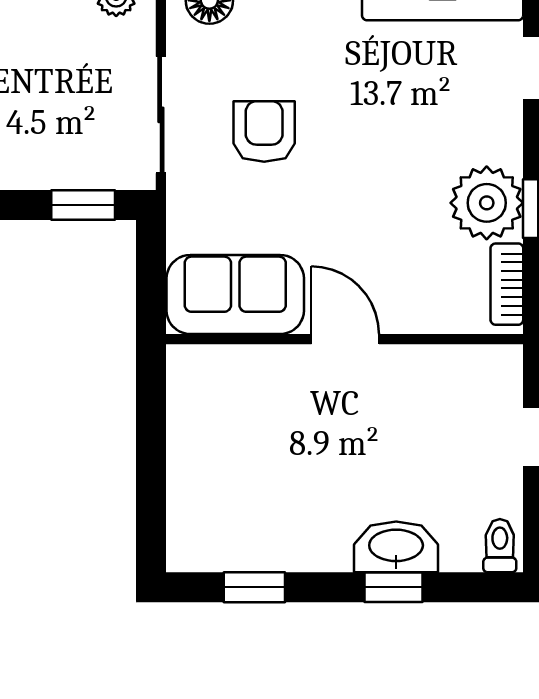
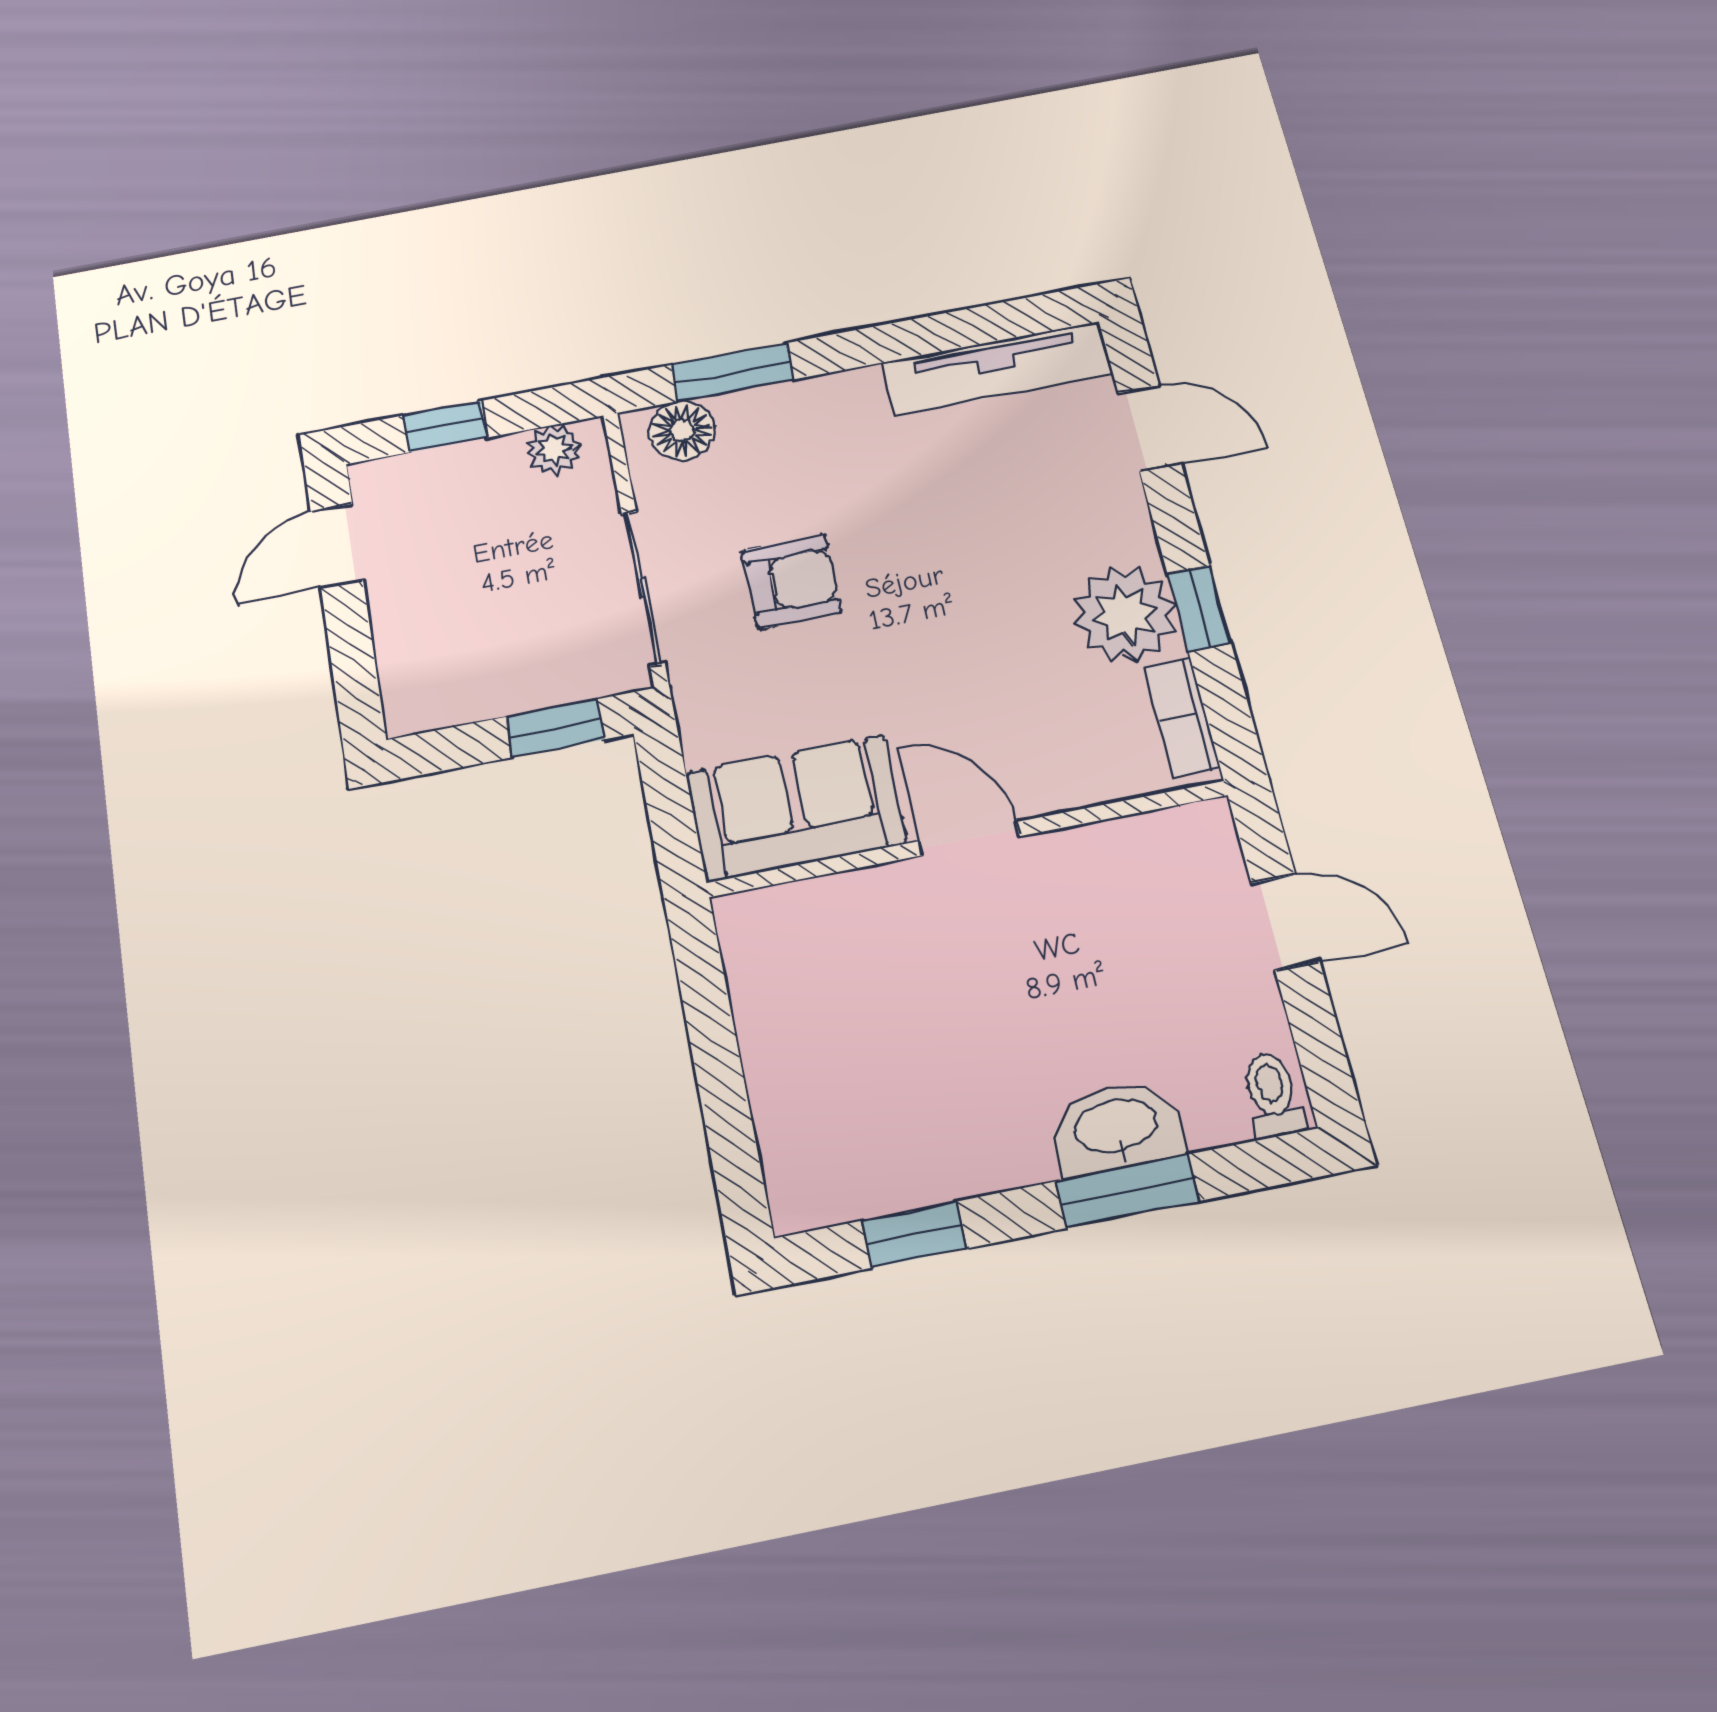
armchair: (264, 131) -> (792, 582), turned 90
window: (394, 587) -> (1128, 1191), width x1.50

